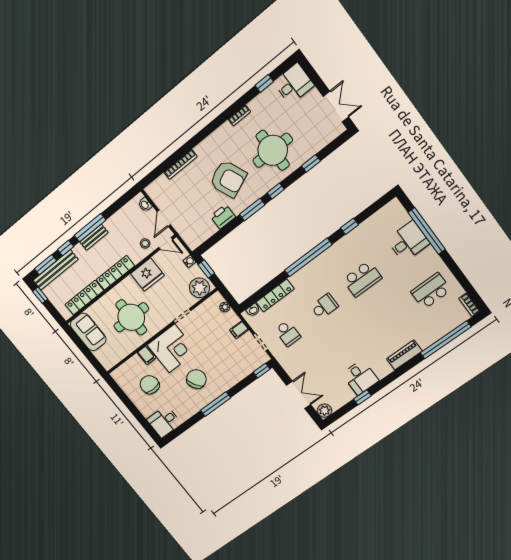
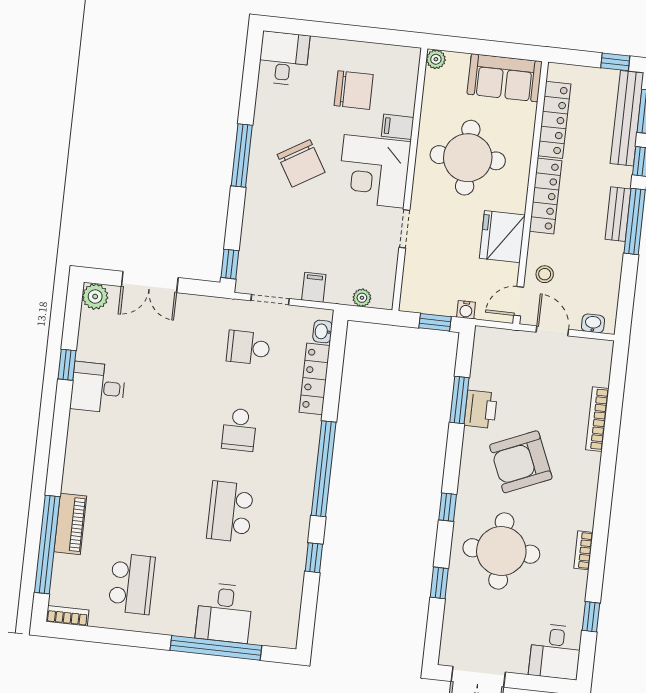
window: (252, 210) -> (459, 400), moved
plant: (200, 288) -> (436, 59), moved, width x0.53, depth x0.53
piano: (404, 355) -> (70, 524), moved

